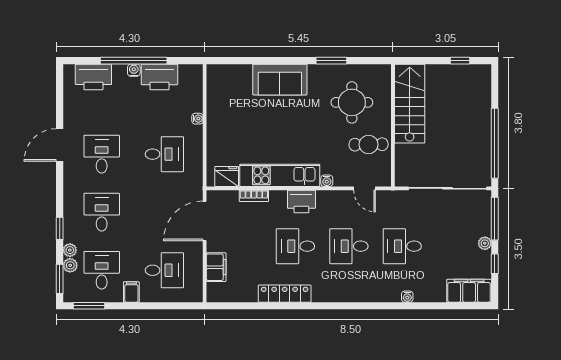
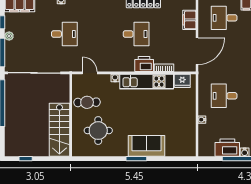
window: (331, 61) -> (136, 159), moved
printer: (301, 202) -> (144, 64), moved
desk: (349, 246) -> (100, 34), removed

